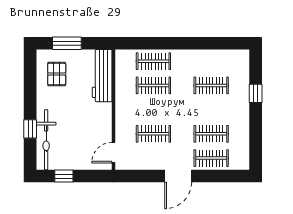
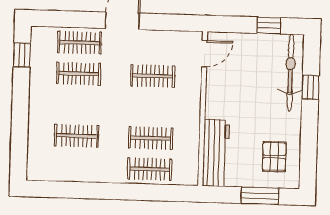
window: (256, 93) -> (22, 55), moved

